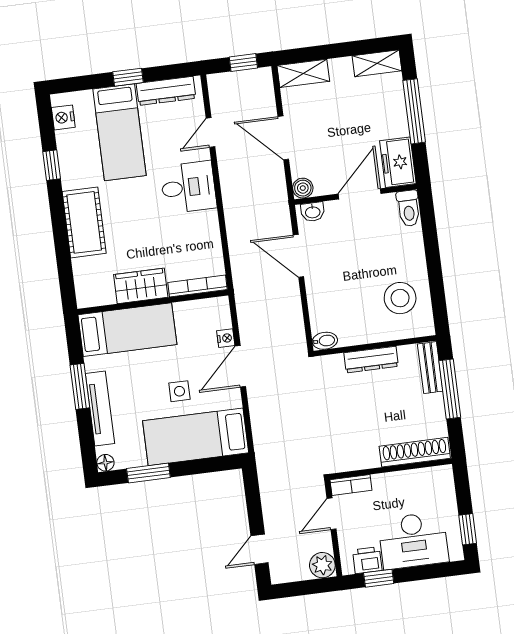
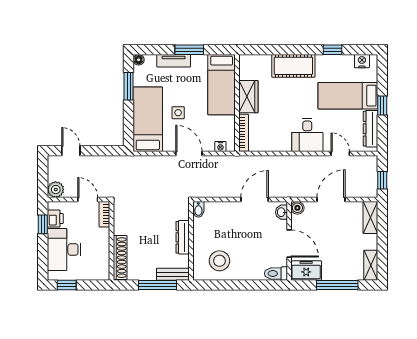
nightstand: (226, 338) -> (220, 147), moved
tv unit: (100, 408) -> (174, 61), width x0.71

